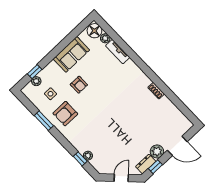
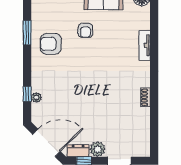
plant: (105, 38) -> (145, 12), removed
tv unit: (118, 52) -> (145, 45), moved
side table: (50, 94) -> (54, 15), removed
door: (121, 178) -> (46, 143), width x1.88

